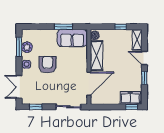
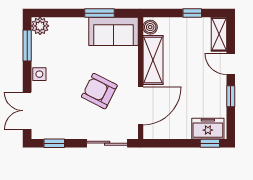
plant: (27, 47) -> (40, 26), moved
armchair: (47, 65) -> (99, 91), moved, turned -63

